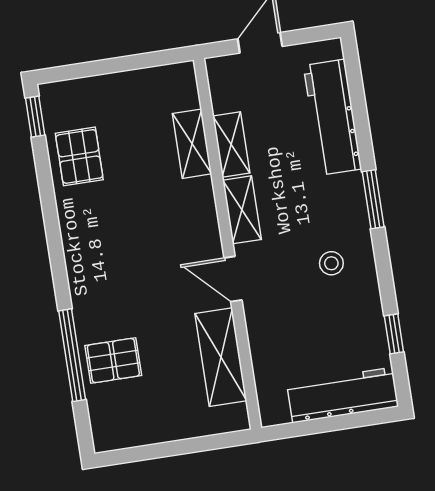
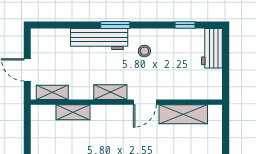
workbench: (333, 117) -> (99, 39), moved
shelving: (231, 145) -> (52, 92), moved
workbench: (343, 395) -> (212, 48), width x0.73

